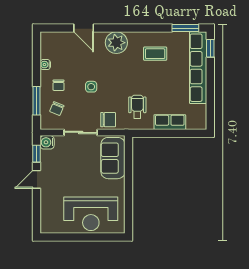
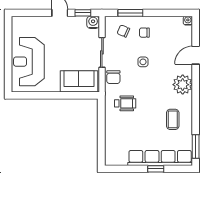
window: (210, 48) -> (156, 169), moved
water cooler: (45, 65) -> (188, 21), moved
row of seats: (170, 122) -> (111, 133), removed

